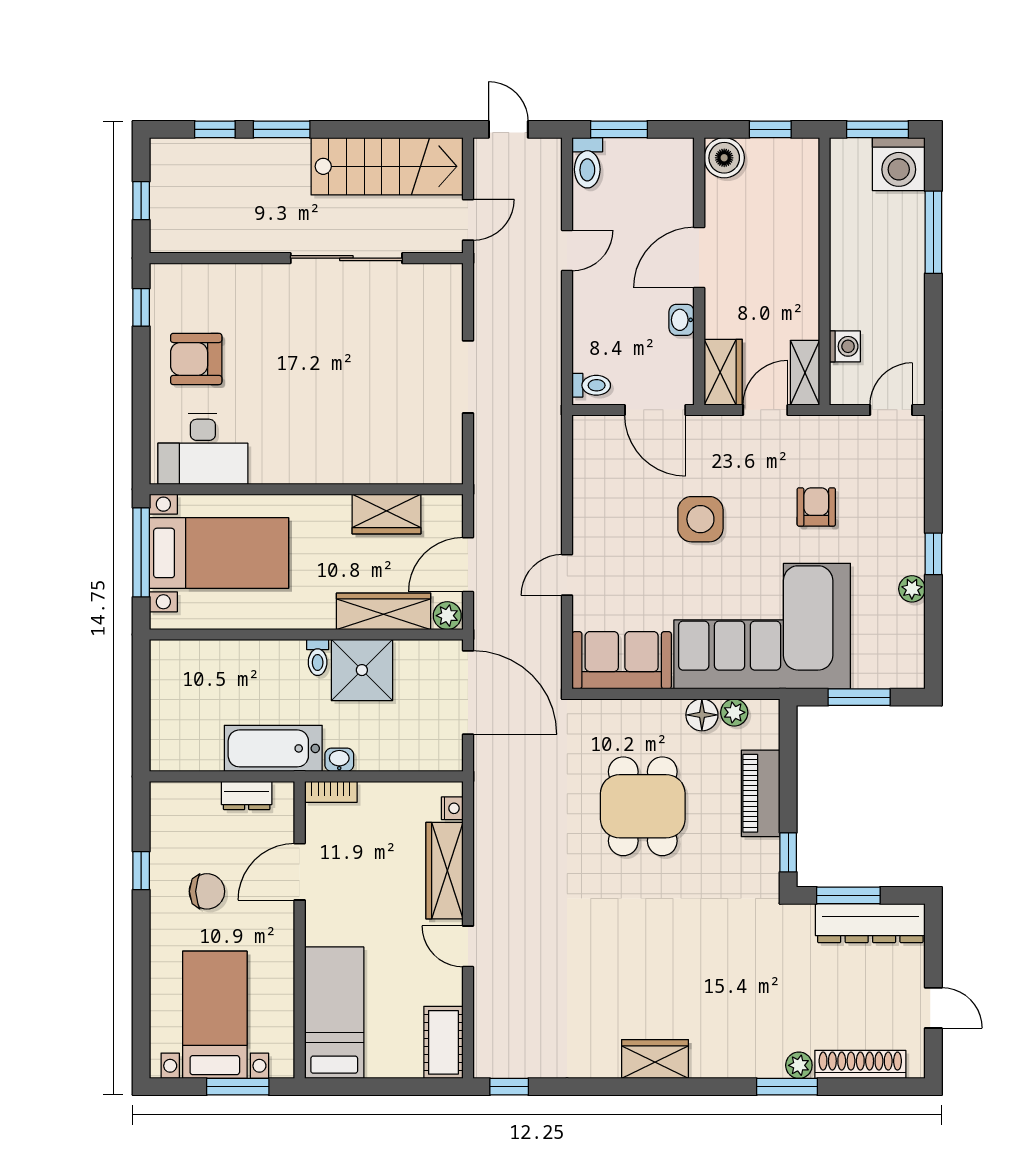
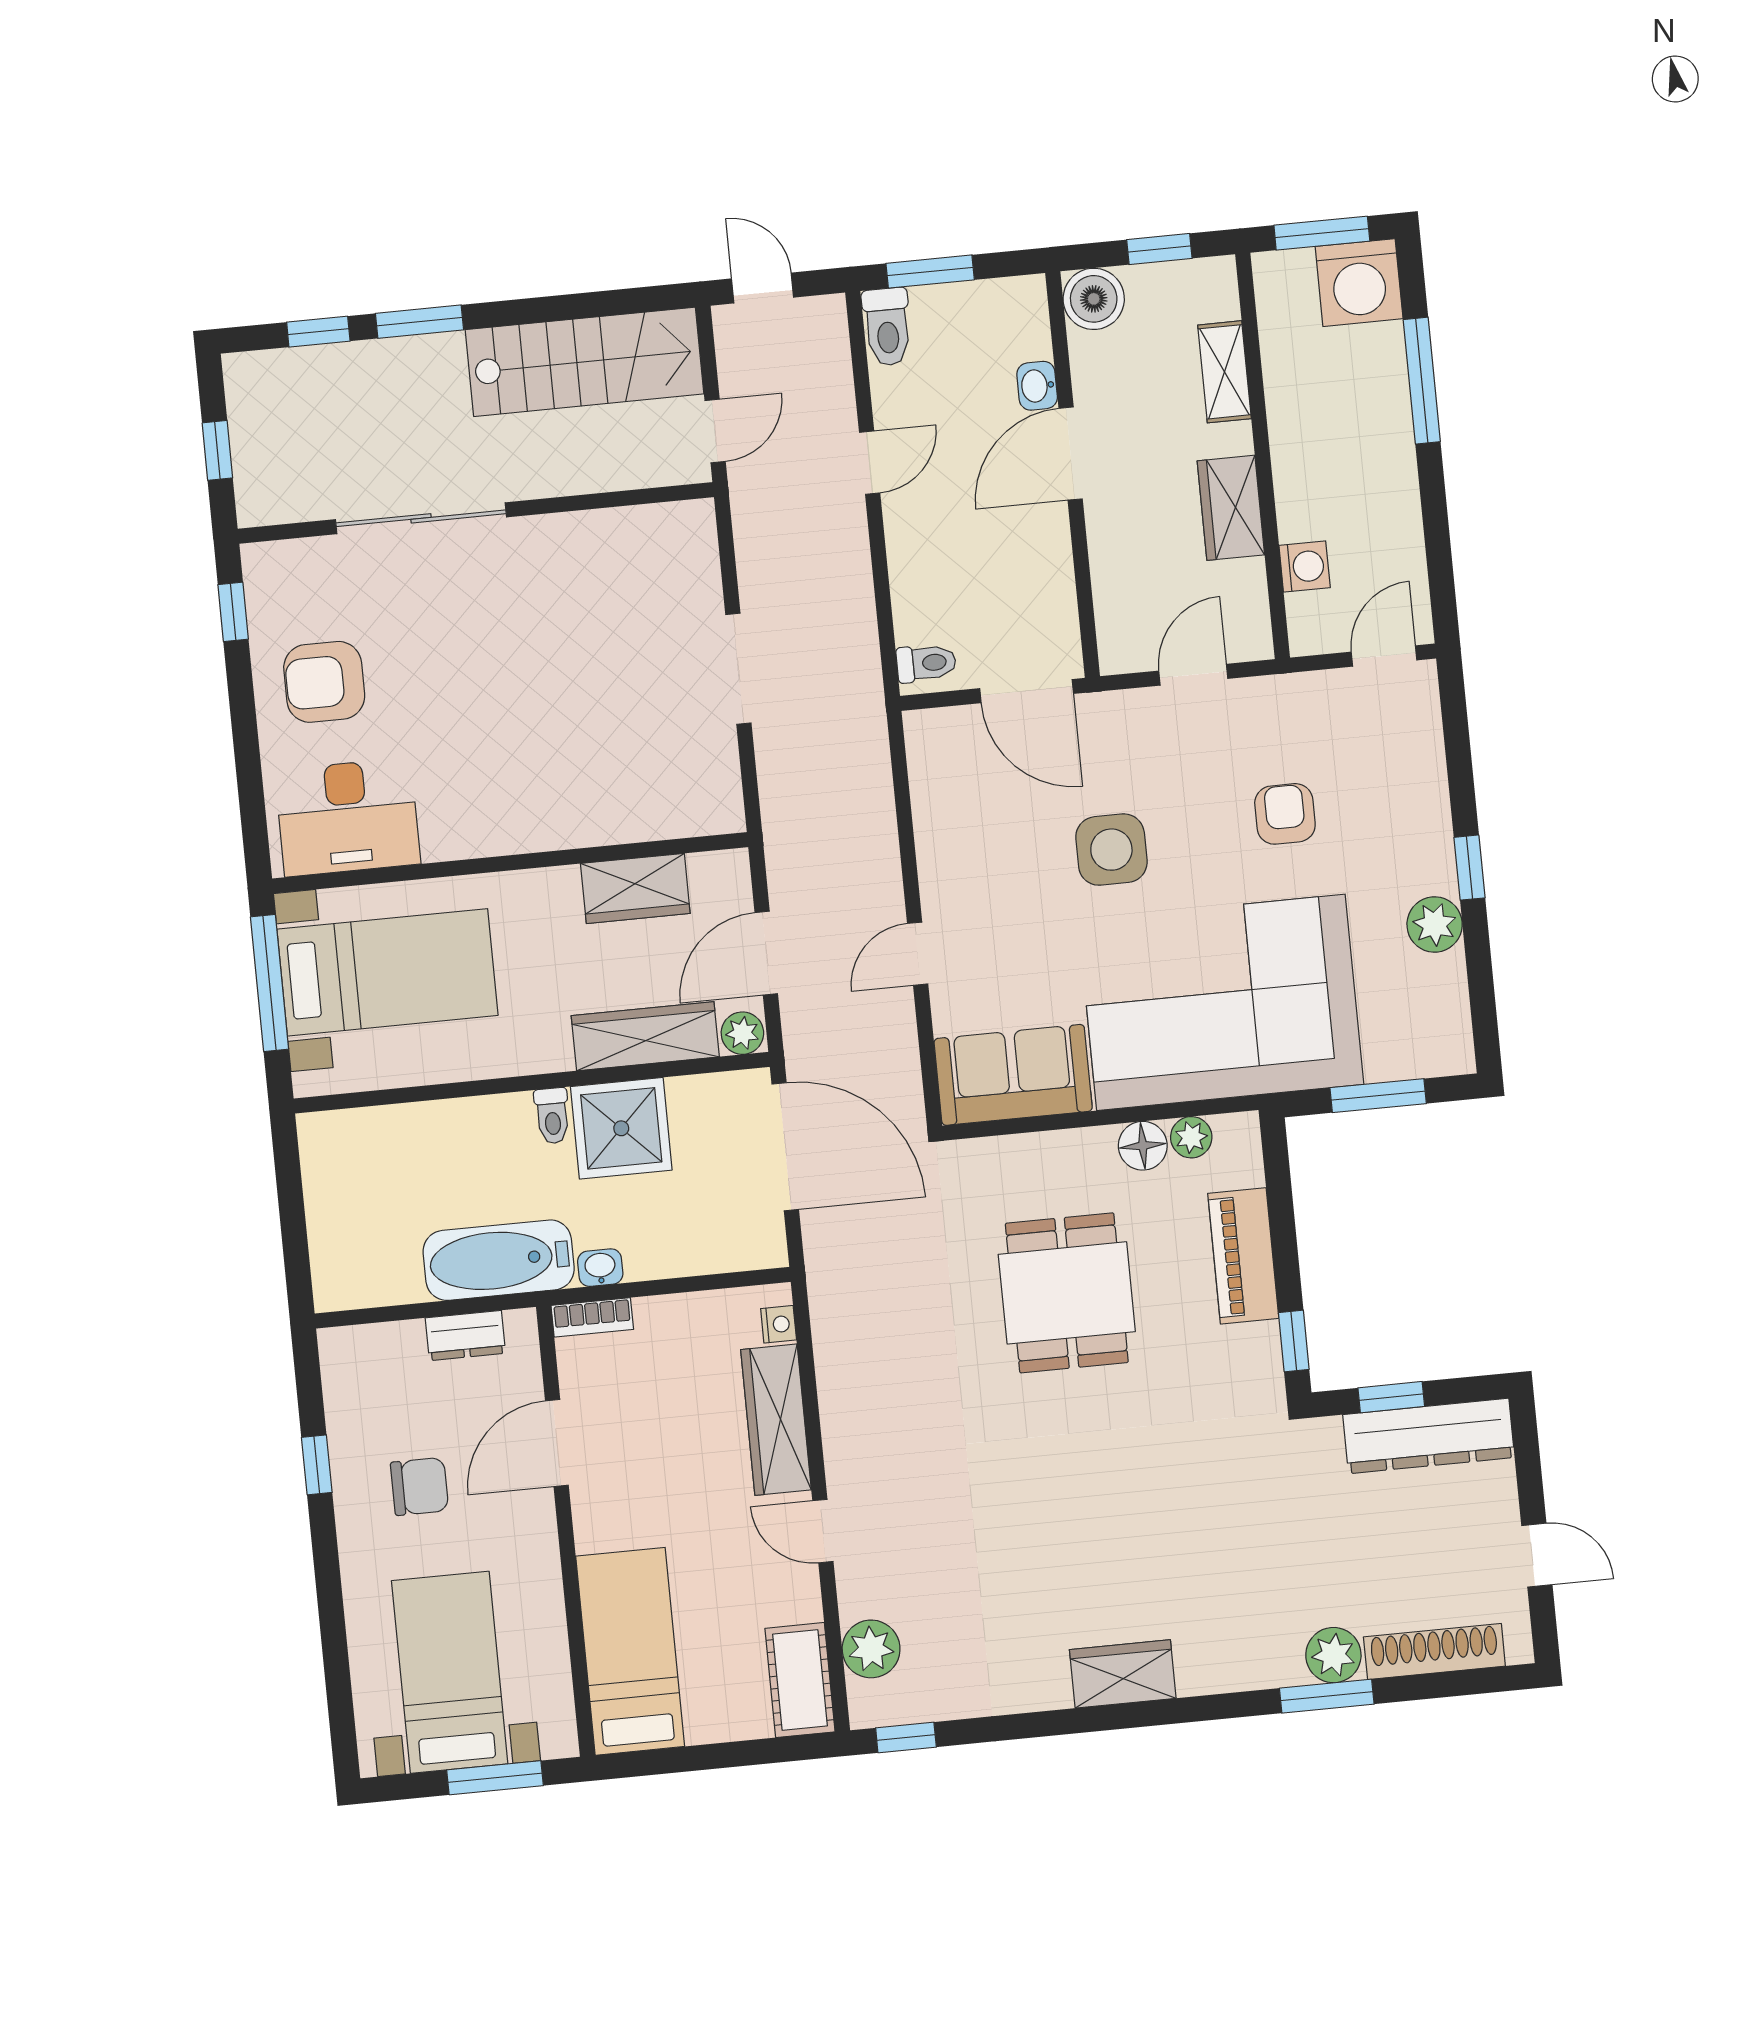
sliding door: (346, 258) -> (421, 518), moved
washbasin: (682, 320) -> (1037, 386), moved
wardrobe: (723, 372) -> (1231, 508), moved, turned 180
shelving: (805, 373) -> (1224, 372), moved
plant: (912, 589) -> (1435, 925), width x1.38, depth x1.38
window: (848, 895) -> (1391, 1397), width x0.67
plant: (492, 1027) -> (871, 1649), added
plant: (799, 1065) -> (1333, 1655), width x1.38, depth x1.38

